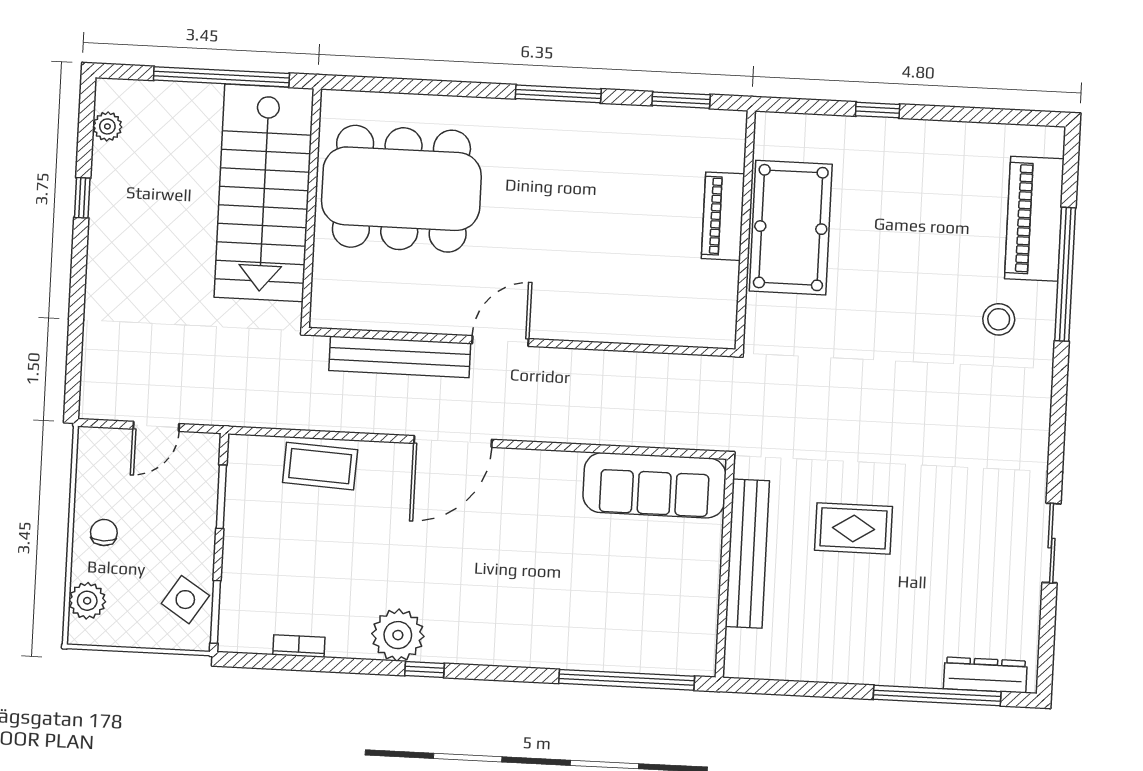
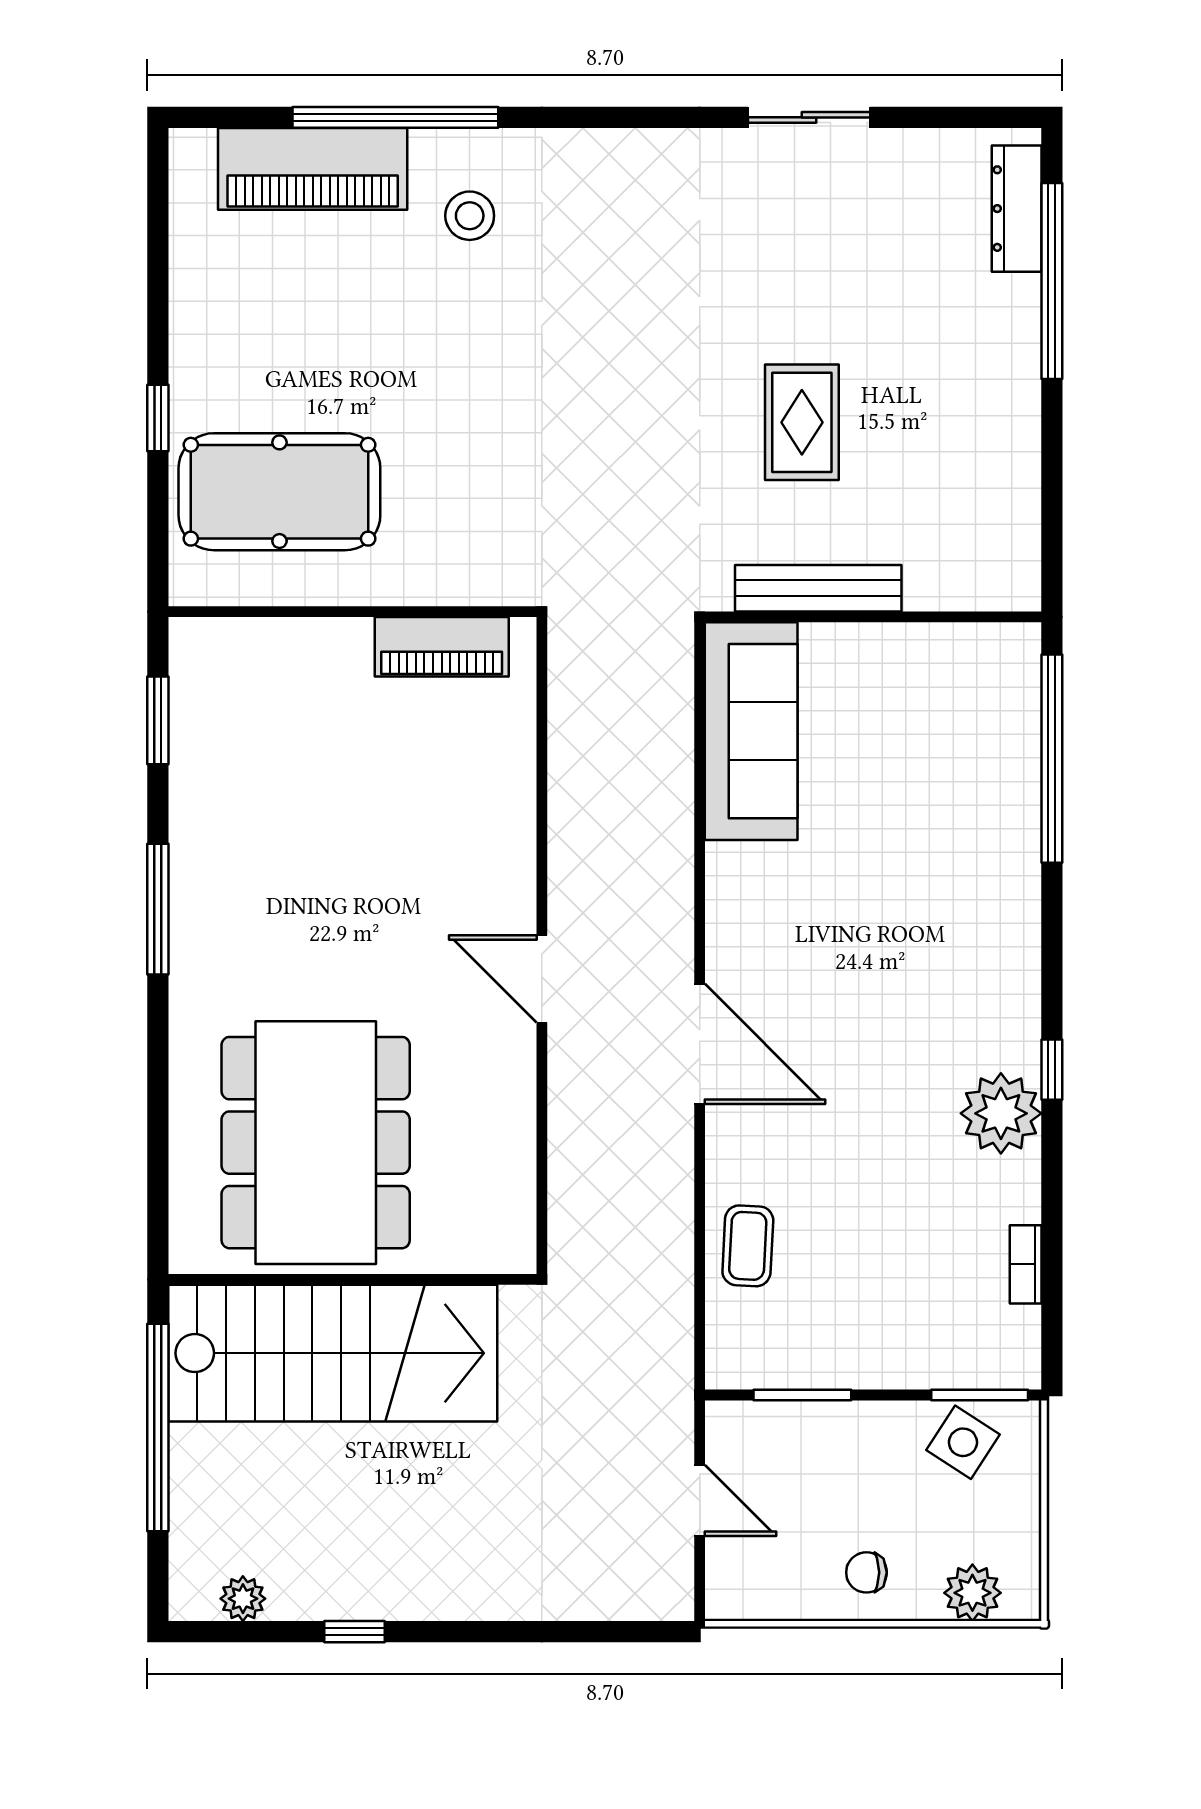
piano: (723, 216) -> (442, 647), moved
pool table: (791, 228) -> (279, 492), moved
bench: (400, 357) -> (574, 1132), removed
coffee table: (320, 466) -> (748, 1246), width x0.73, depth x0.77
bench: (747, 554) -> (818, 588), width x0.73, depth x0.82

